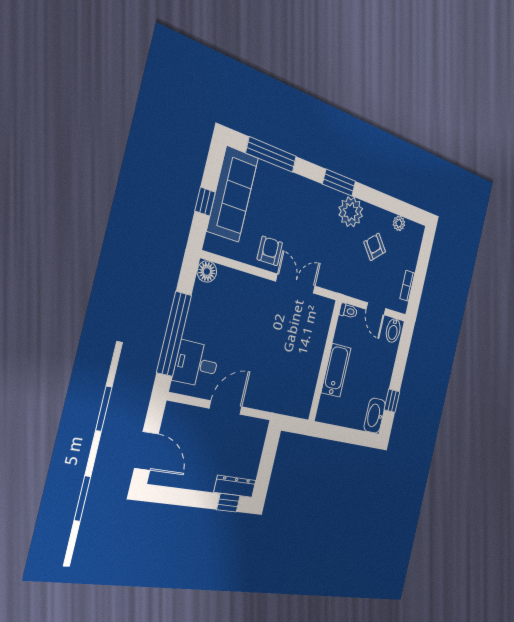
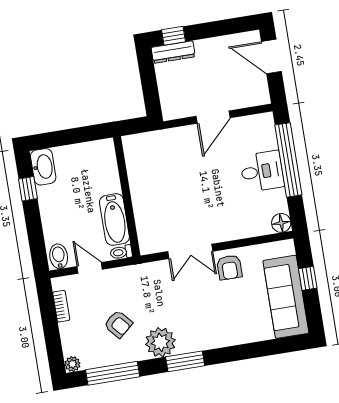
window: (271, 155) -> (113, 373), moved
plant: (399, 223) -> (72, 364), moved
desk: (196, 364) -> (262, 171), moved
bathtub: (336, 370) -> (114, 220), moved

